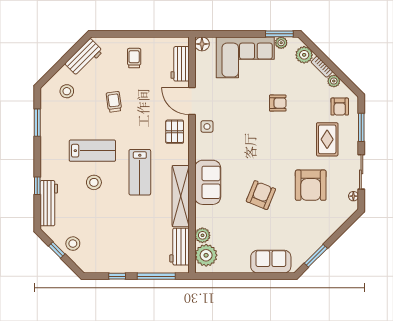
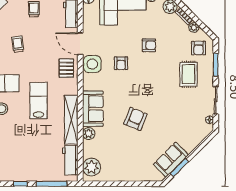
side table: (207, 126) -> (92, 64), width x1.87, depth x1.87
lab bench: (140, 172) -> (38, 101), turned 180
armchair: (311, 185) -> (121, 63), moved, width x0.53, depth x0.53
plant: (202, 235) -> (89, 134), moved
sofa: (271, 262) -> (171, 160), moved, turned -45

